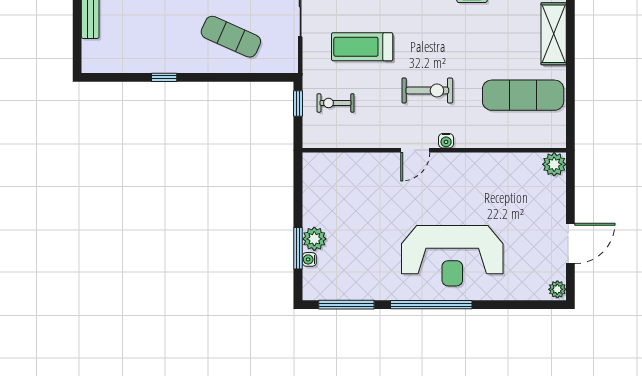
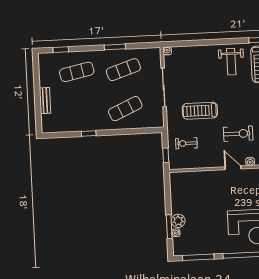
exercise mat: (231, 37) -> (125, 109), turned -48
window: (298, 103) -> (166, 155), moved
door: (415, 150) -> (233, 168), swing flipped

